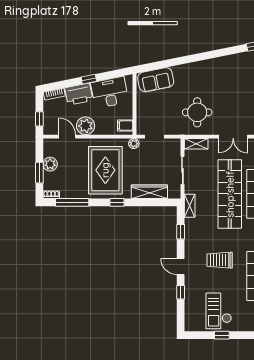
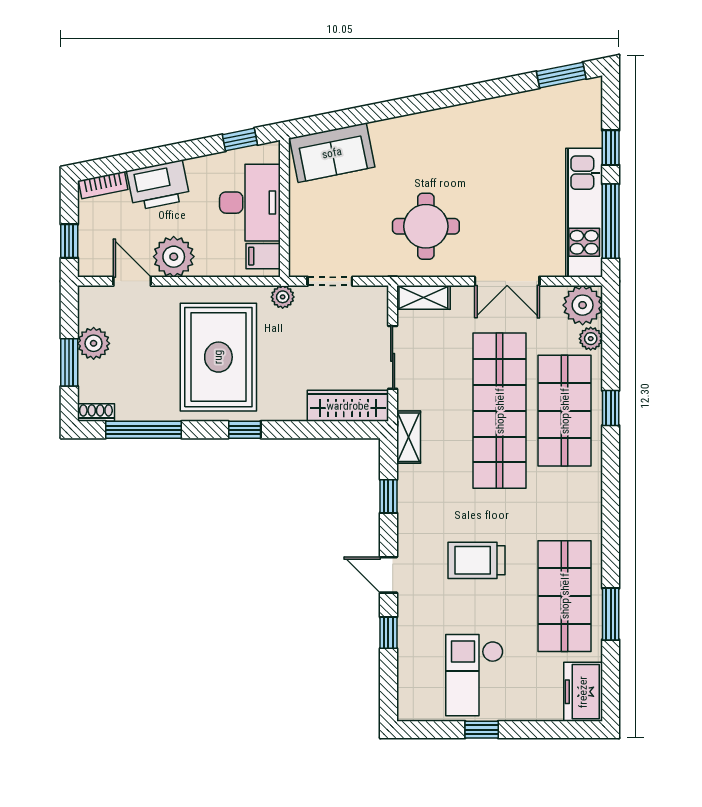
window: (89, 79) -> (240, 140), moved
desk: (110, 92) -> (250, 203), moved, turned 101
wardrobe: (149, 192) -> (348, 406), moved

